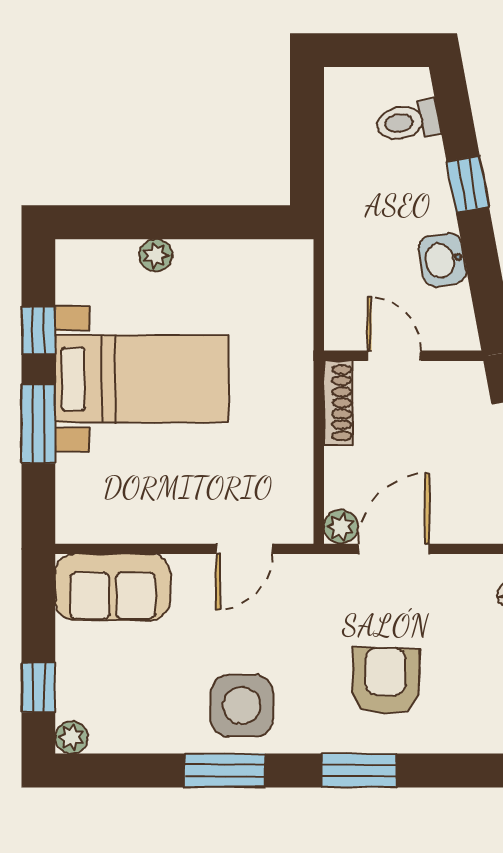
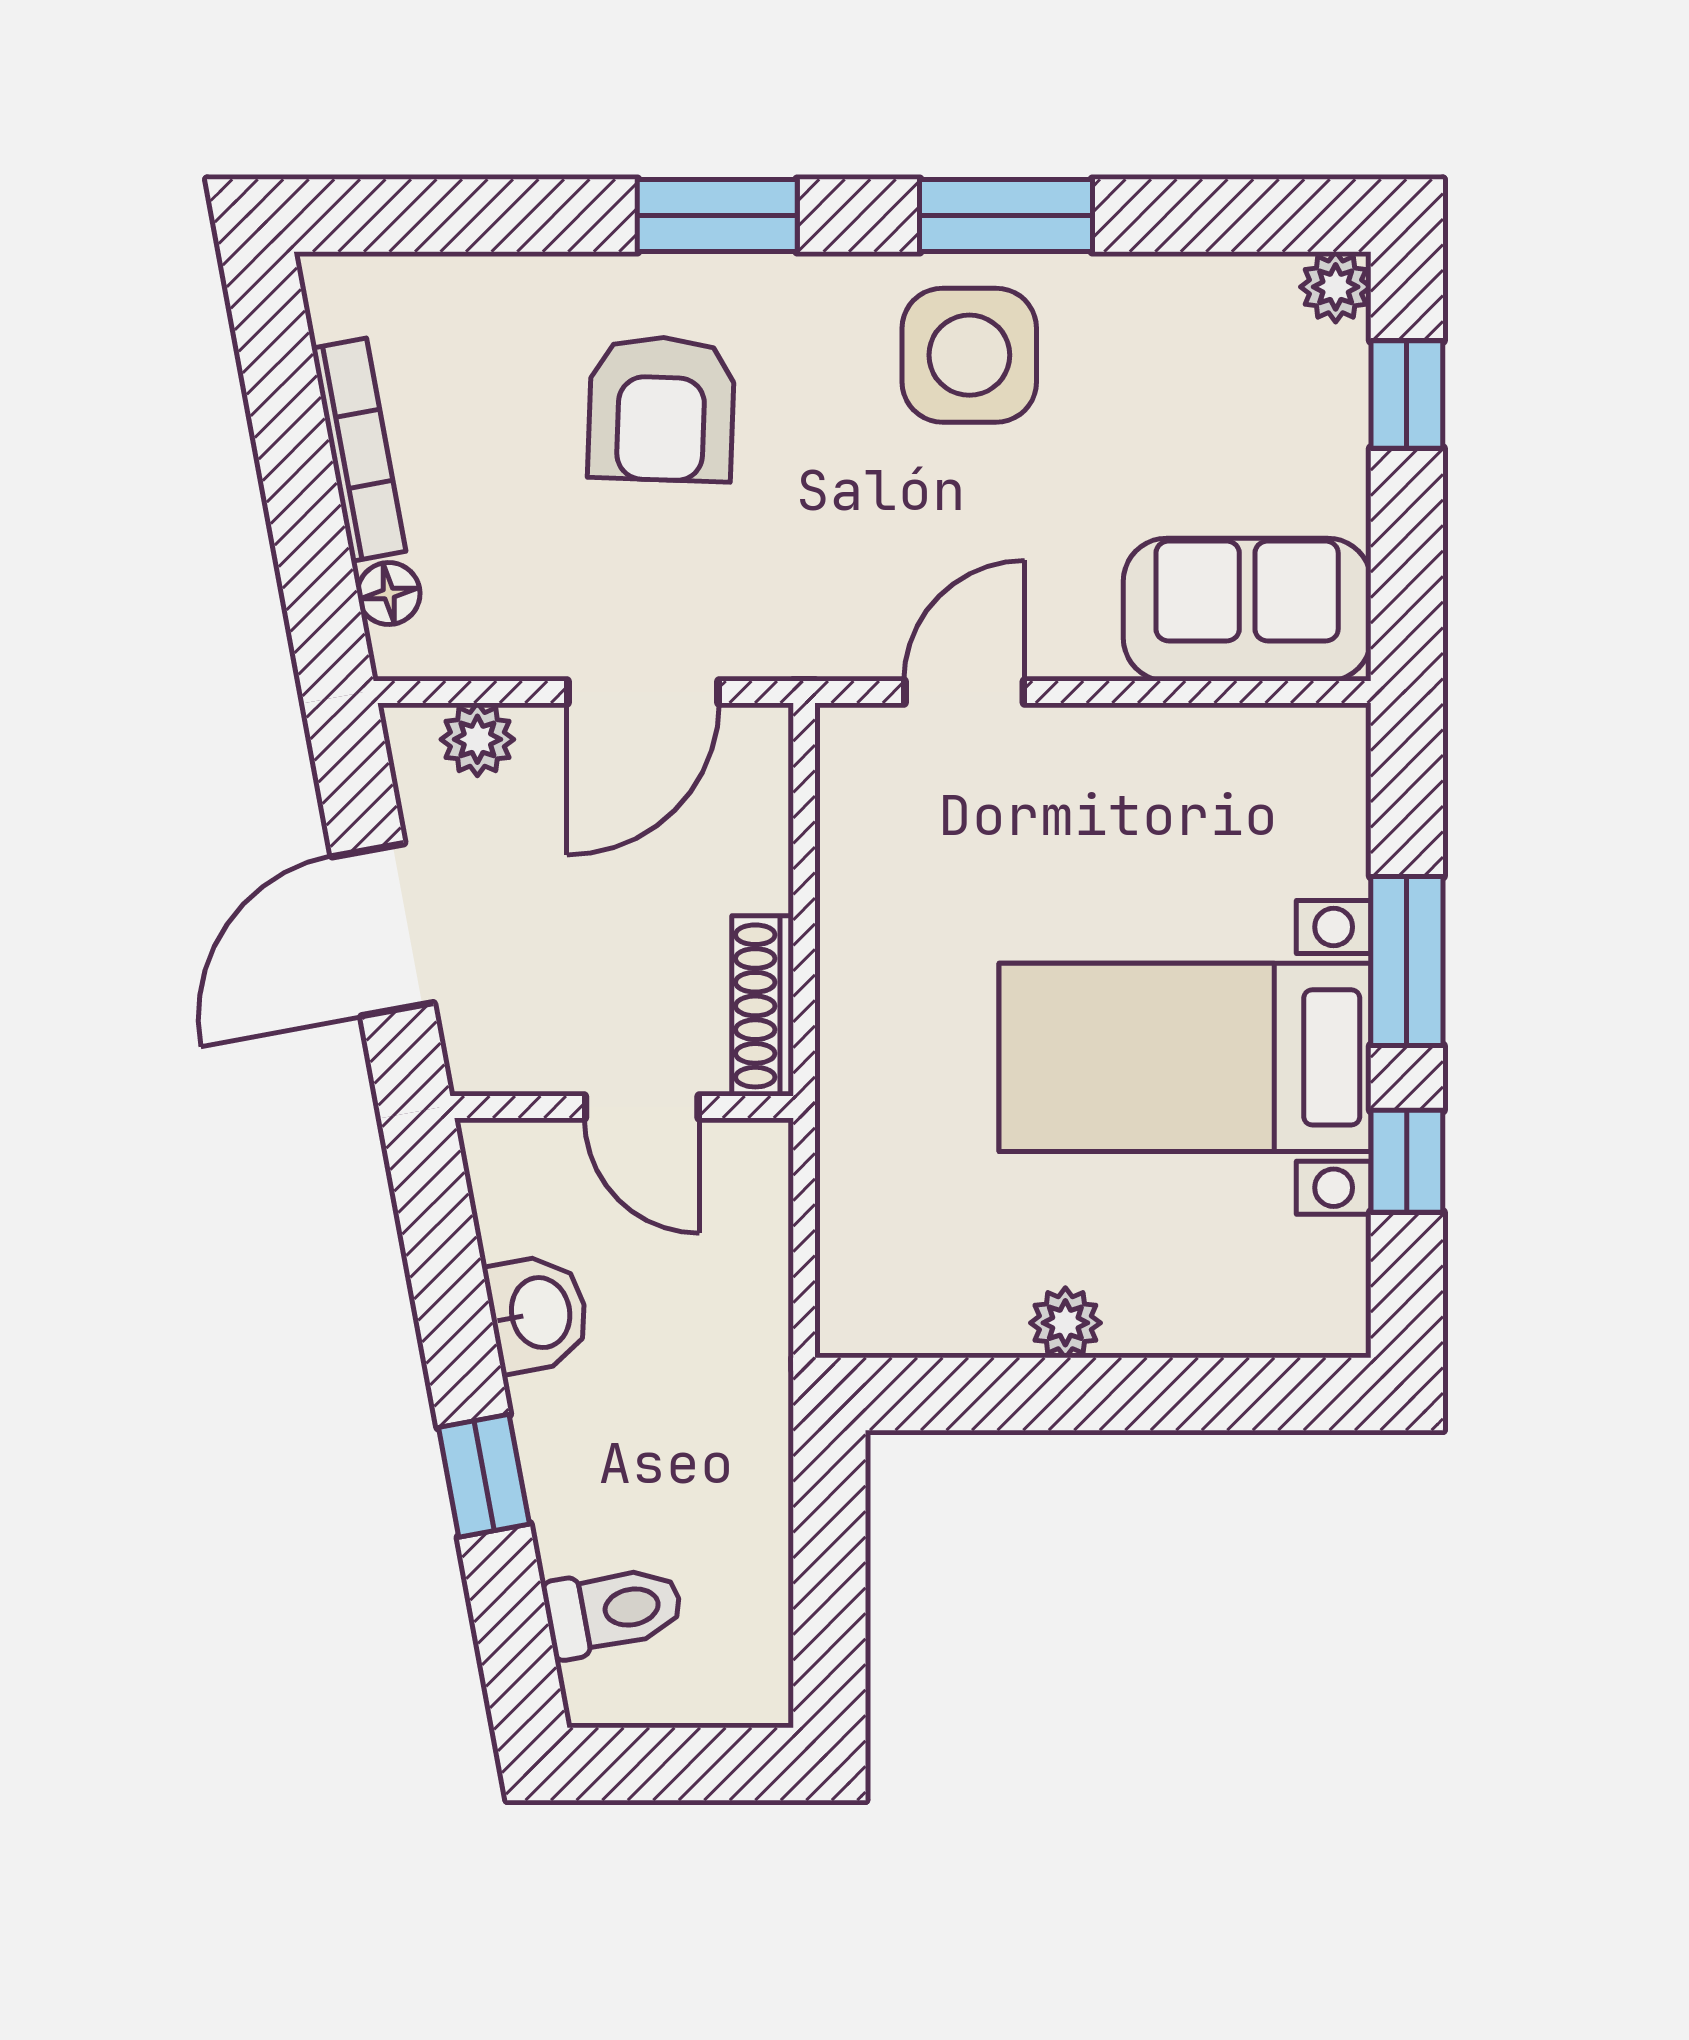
plant: (156, 255) -> (1065, 1323), moved
plant: (341, 527) -> (477, 739), moved

